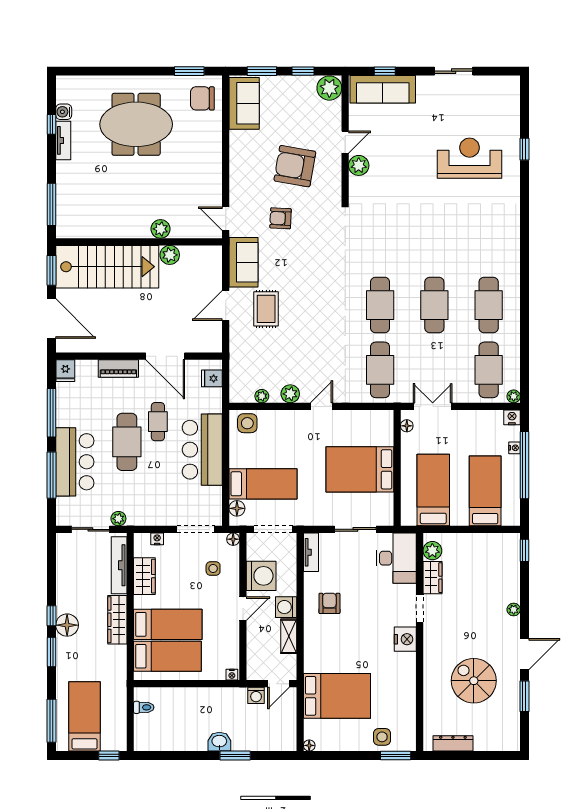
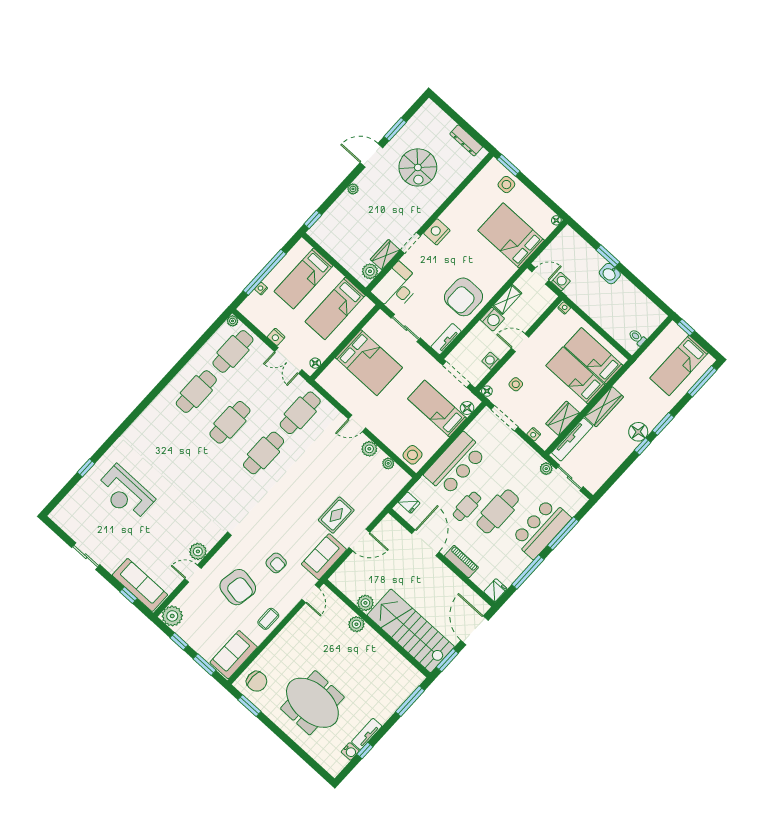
coffee table: (242, 163) -> (268, 619), added
nightstand: (512, 417) -> (276, 337), moved
washing machine: (261, 576) -> (491, 361), width x0.53, depth x0.53
armchair: (329, 603) -> (464, 297), width x1.88, depth x1.88

